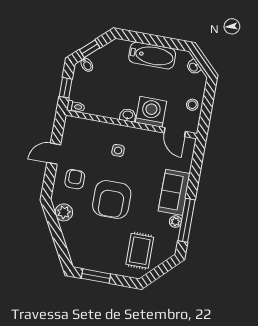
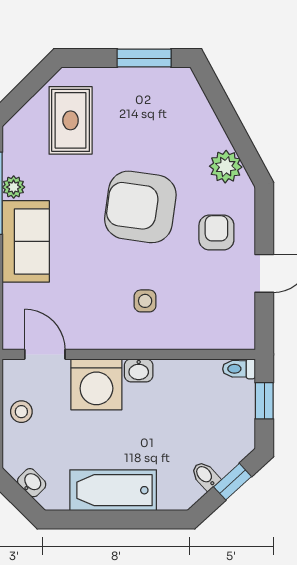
bidet: (87, 65) -> (205, 476), moved
armchair: (75, 179) -> (216, 232), turned 180
armchair: (112, 199) -> (140, 207), turned -82

